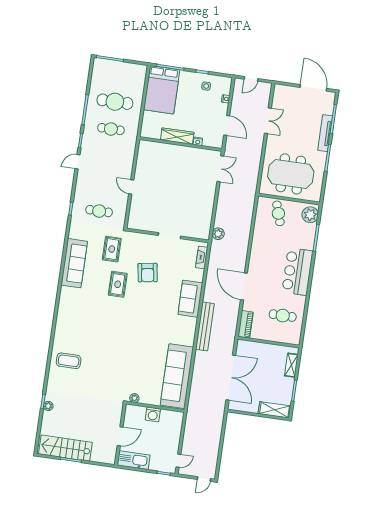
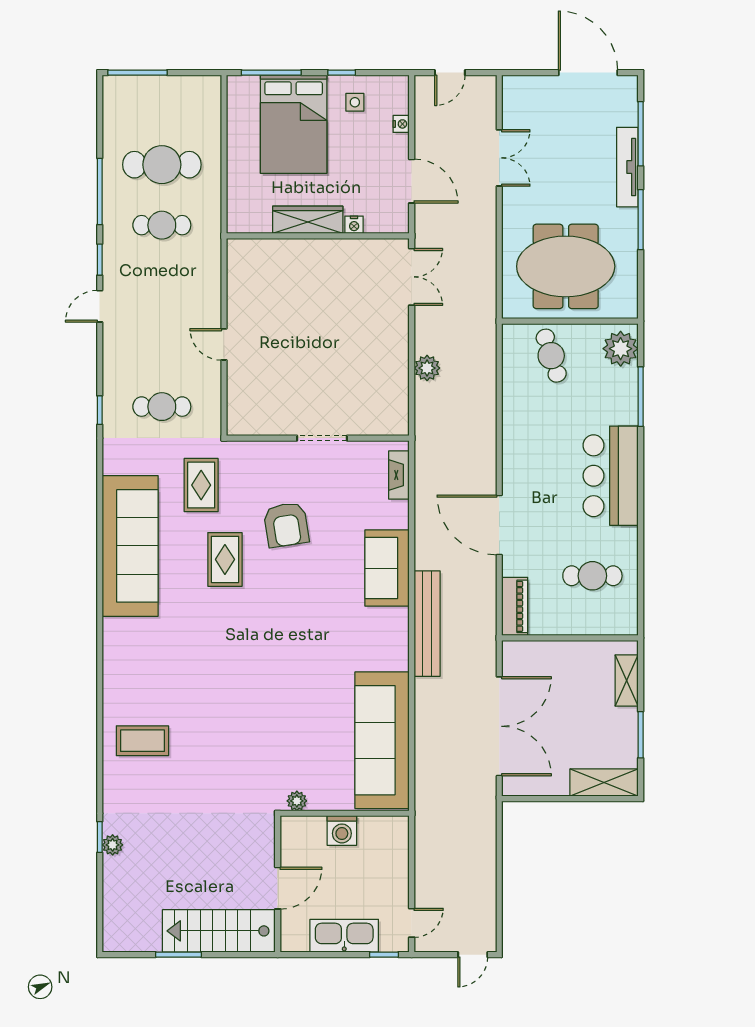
bed: (162, 90) -> (294, 124), moved
plant: (218, 234) -> (427, 368), moved
sofa: (74, 263) -> (130, 546), width x1.36, depth x1.27
stairs: (65, 448) -> (219, 931), moved
kitchen sink: (134, 460) -> (344, 936), moved

